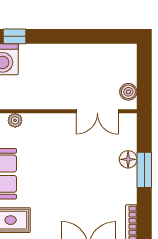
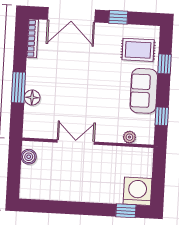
double door: (97, 111) -> (76, 142), moved

